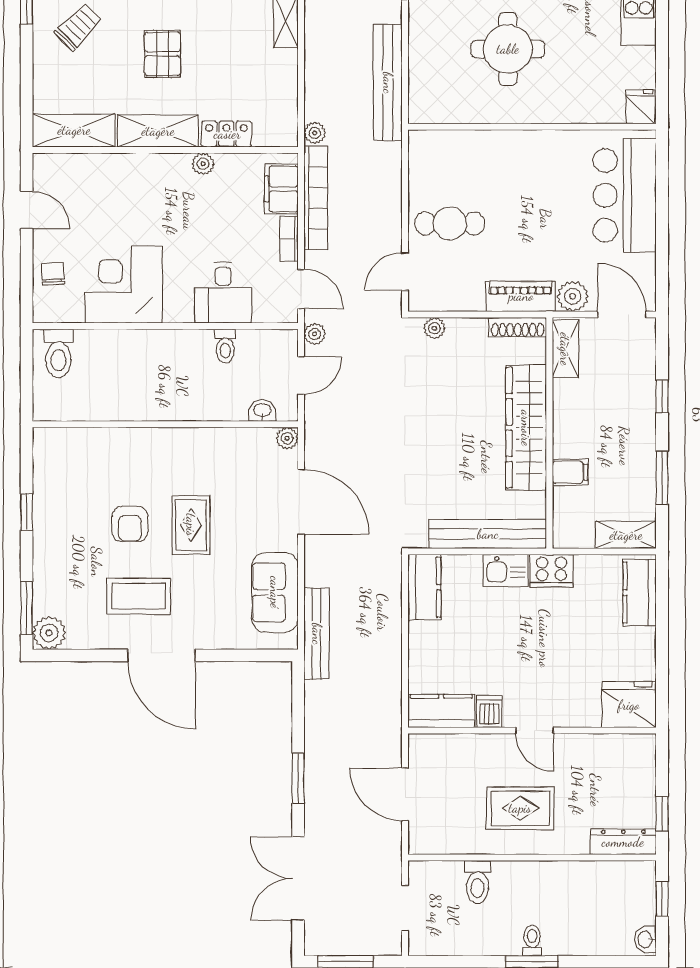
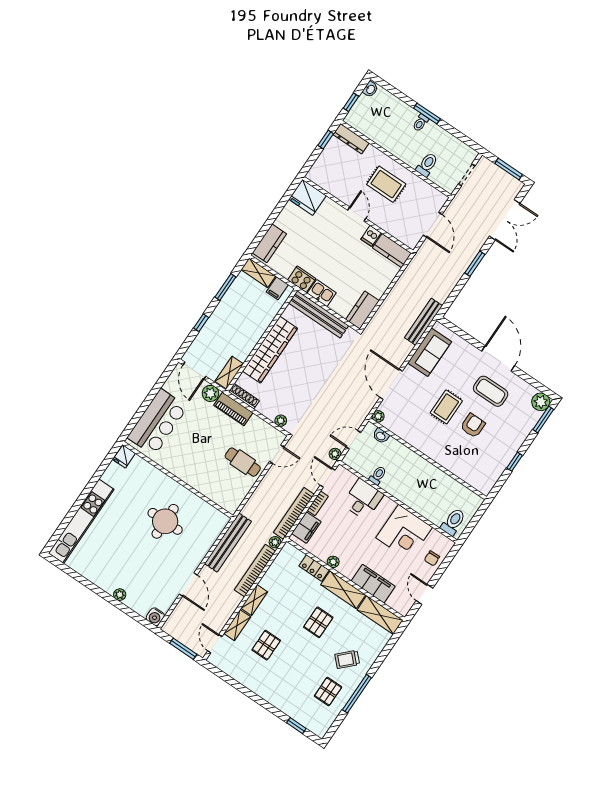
bookcase: (316, 67) -> (255, 571), added
filing cabinet: (118, 172) -> (373, 584), added
filing cabinet: (570, 472) -> (277, 288), moved, turned -90

